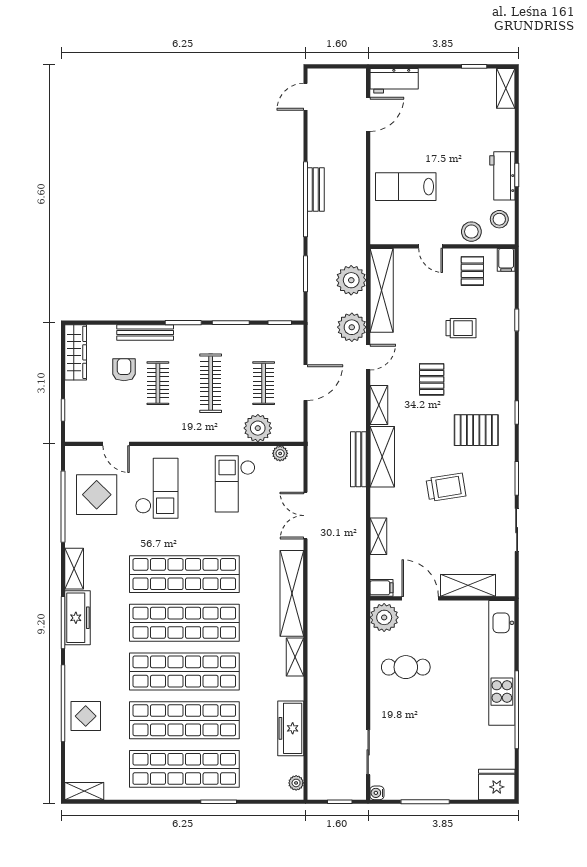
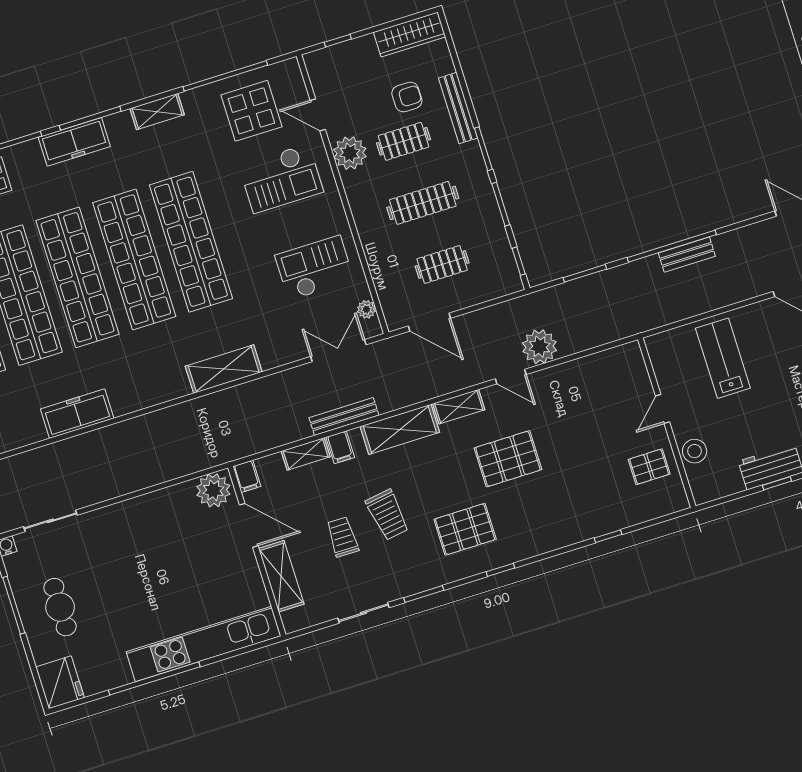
stool: (499, 219) -> (719, 479), removed
filing cabinet: (506, 260) -> (340, 447), moved, turned -90
plant: (351, 280) -> (594, 329), removed
shelving: (382, 290) -> (593, 368), removed
trolley: (461, 328) -> (343, 537), moved, turned 180
pallet: (432, 379) -> (508, 459), width x1.50, depth x1.42
door: (306, 383) -> (429, 322), moved
plant: (258, 428) -> (350, 153), moved
pallet: (476, 430) -> (465, 529), turned 90
door: (116, 444) -> (318, 115), hinge flipped
bench: (358, 459) -> (344, 417), moved
double door: (306, 516) -> (338, 351), moved
shelving: (292, 593) -> (224, 369), width x0.68
door: (420, 598) -> (249, 525), hinge flipped
freezer: (78, 618) -> (74, 142), moved
shelving: (295, 657) -> (135, 401), removed
cafe table: (406, 667) -> (60, 607), moved
freezer: (291, 728) -> (77, 414), moved

